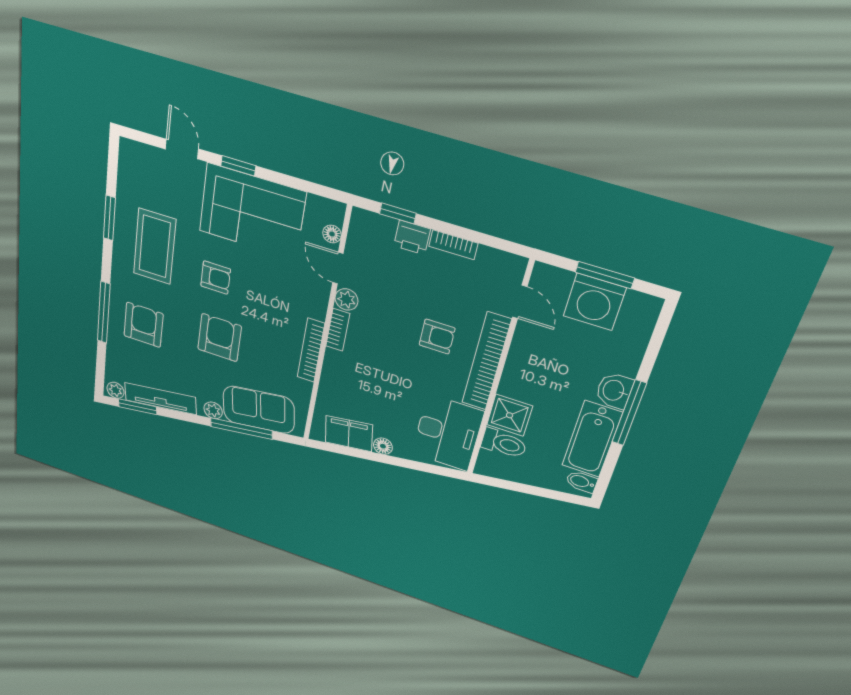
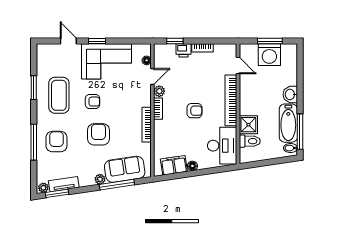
door: (338, 268) -> (152, 76), swing flipped
armchair: (437, 337) -> (195, 111), moved
tv unit: (160, 399) -> (64, 184), width x0.71
window: (629, 413) -> (300, 132), moved

